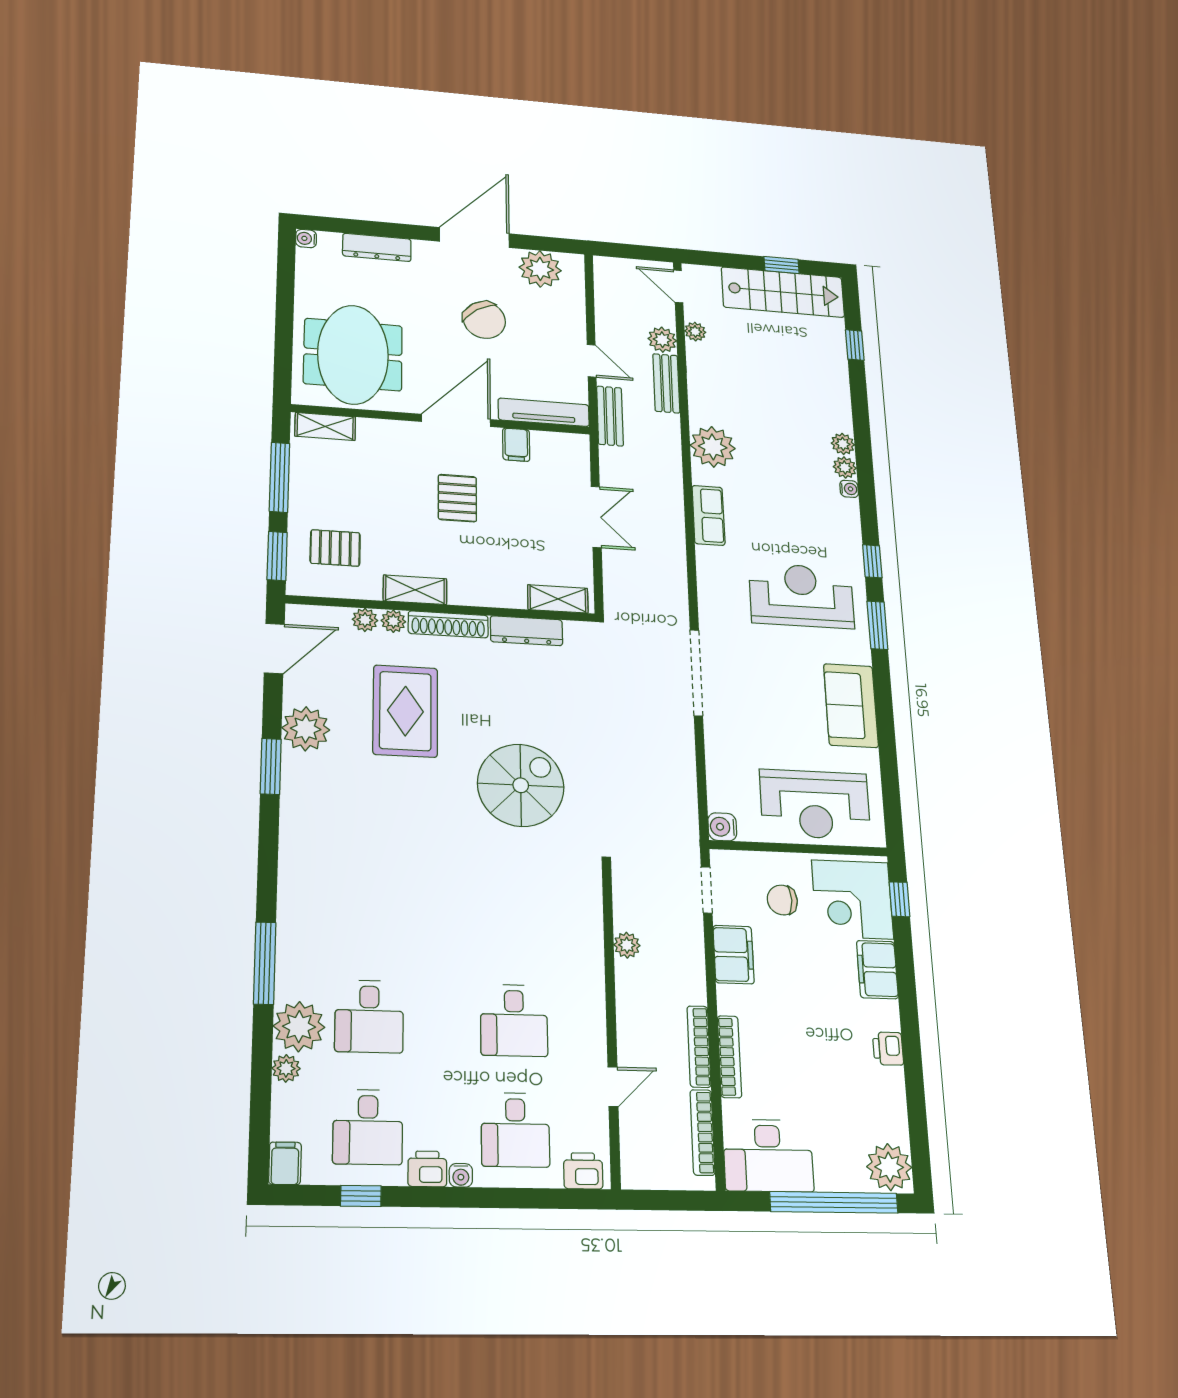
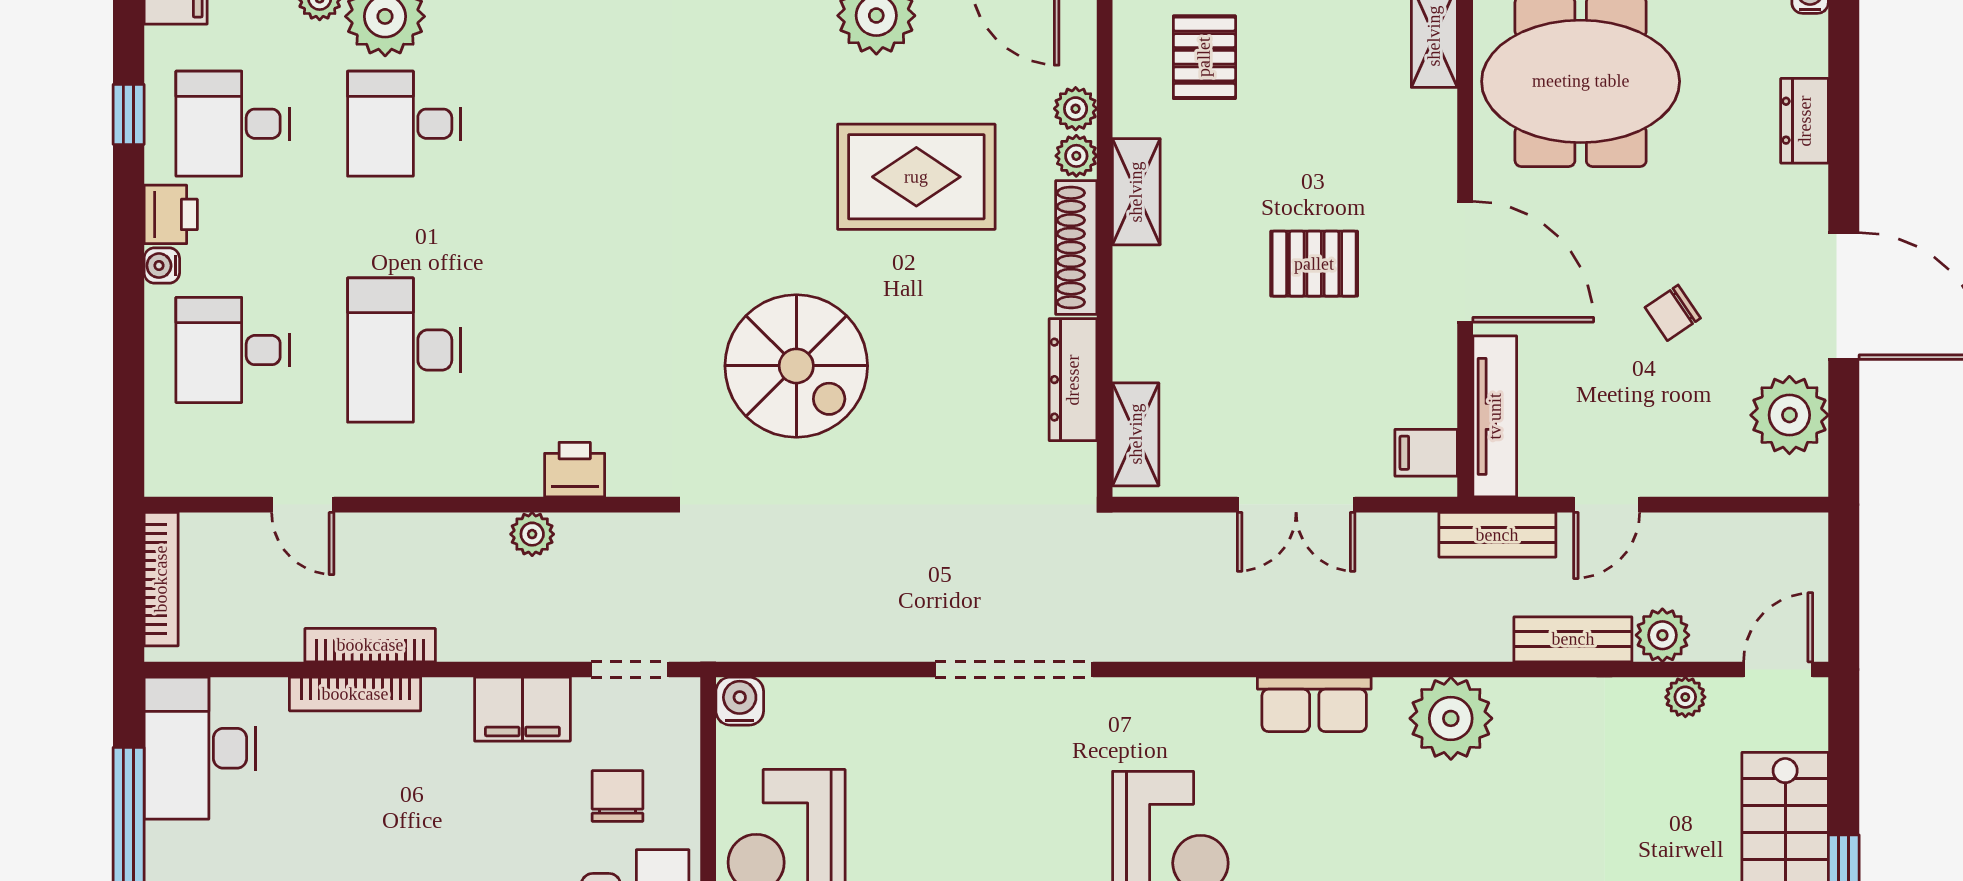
dresser: (377, 247) -> (1805, 121), width x0.70
chair: (484, 320) -> (1673, 313), width x0.54, depth x0.54
filing cabinet: (516, 445) -> (1426, 453), moved
desk: (514, 1020) -> (404, 350), width x1.37
bookcase: (703, 1132) -> (161, 579), moved, turned 90
printer: (583, 1171) -> (575, 470), moved, turned -90

